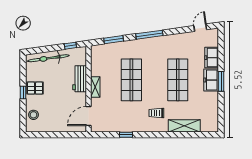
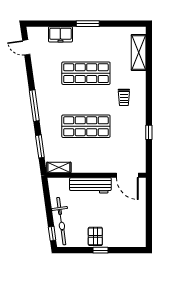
window: (70, 46) -> (52, 234), moved
workbench: (80, 79) -> (90, 185), width x1.37
freezer: (211, 80) -> (86, 35), removed
shelving: (95, 87) -> (59, 167), moved
stool: (33, 115) -> (126, 238), removed
shelving: (184, 126) -> (139, 53), moved

